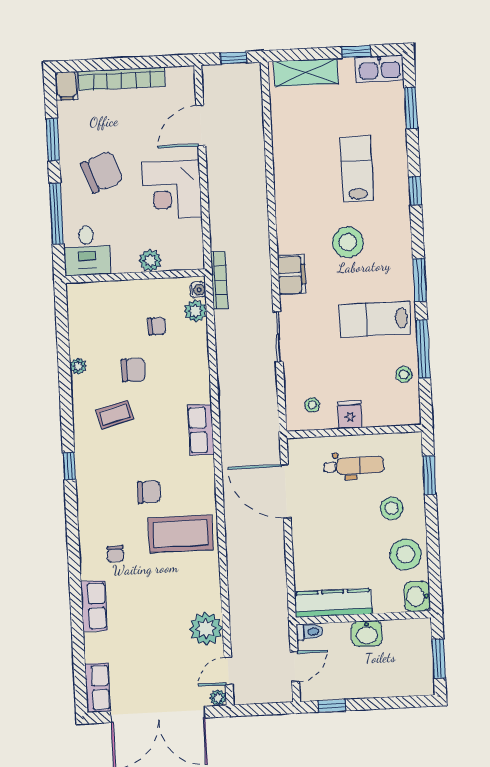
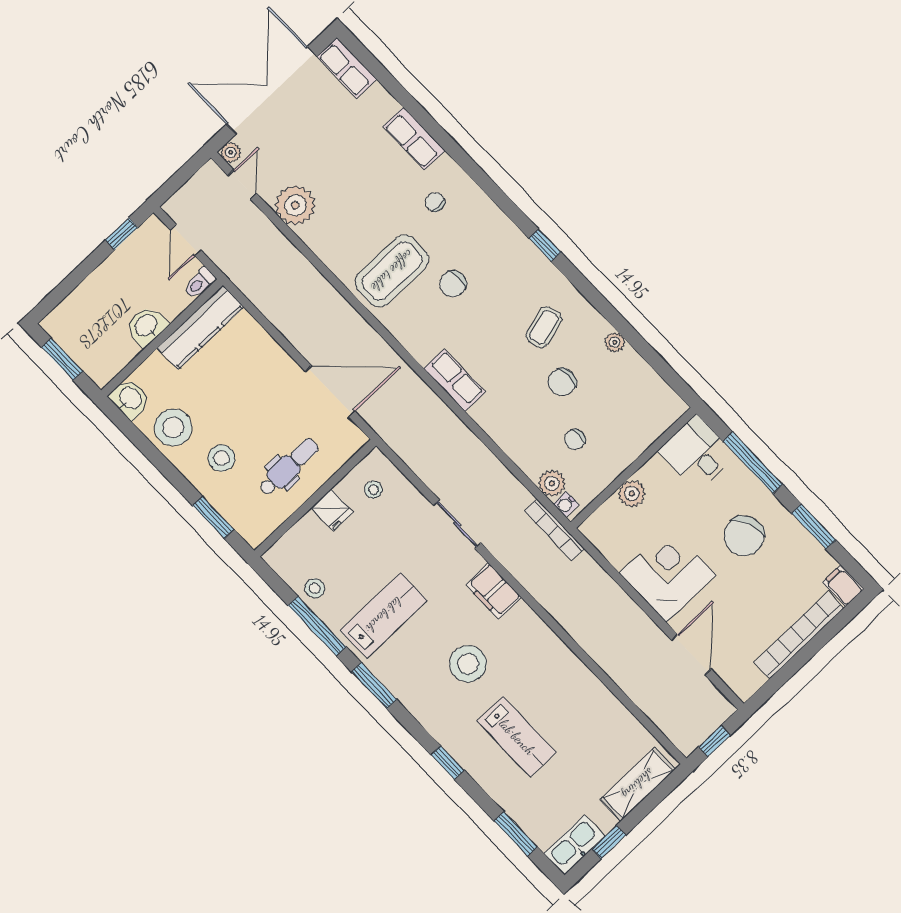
dental chair: (354, 466) -> (289, 467), turned 180

